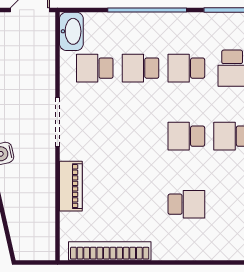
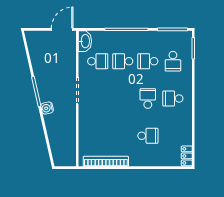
school desk: (95, 68) -> (98, 61), turned 180
school desk: (186, 136) -> (148, 99), turned 90
piano: (71, 186) -> (85, 126), removed

